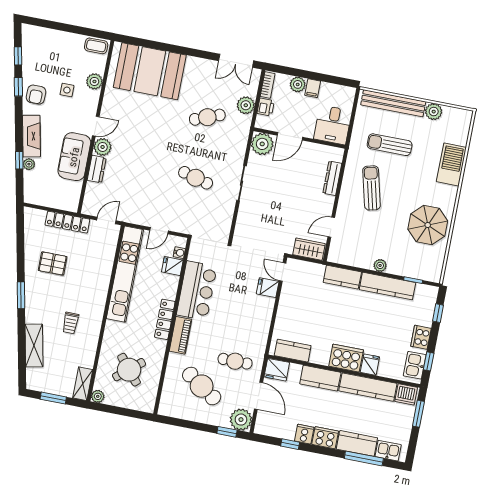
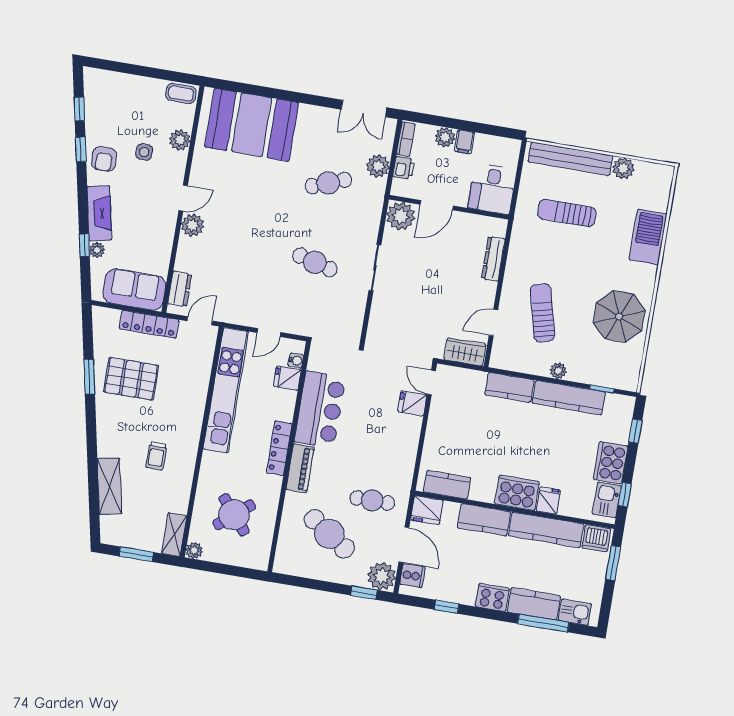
sofa: (74, 157) -> (134, 290), moved, turned 90
dresser: (97, 169) -> (180, 289), moved
sun lounger: (372, 188) -> (542, 313), moved
pallet: (53, 263) -> (131, 379), width x1.50, depth x1.42
window: (21, 295) -> (89, 377), moved
cooker: (421, 337) -> (611, 463), width x1.37, depth x1.31
cooker: (304, 434) -> (413, 576), moved, turned 90

